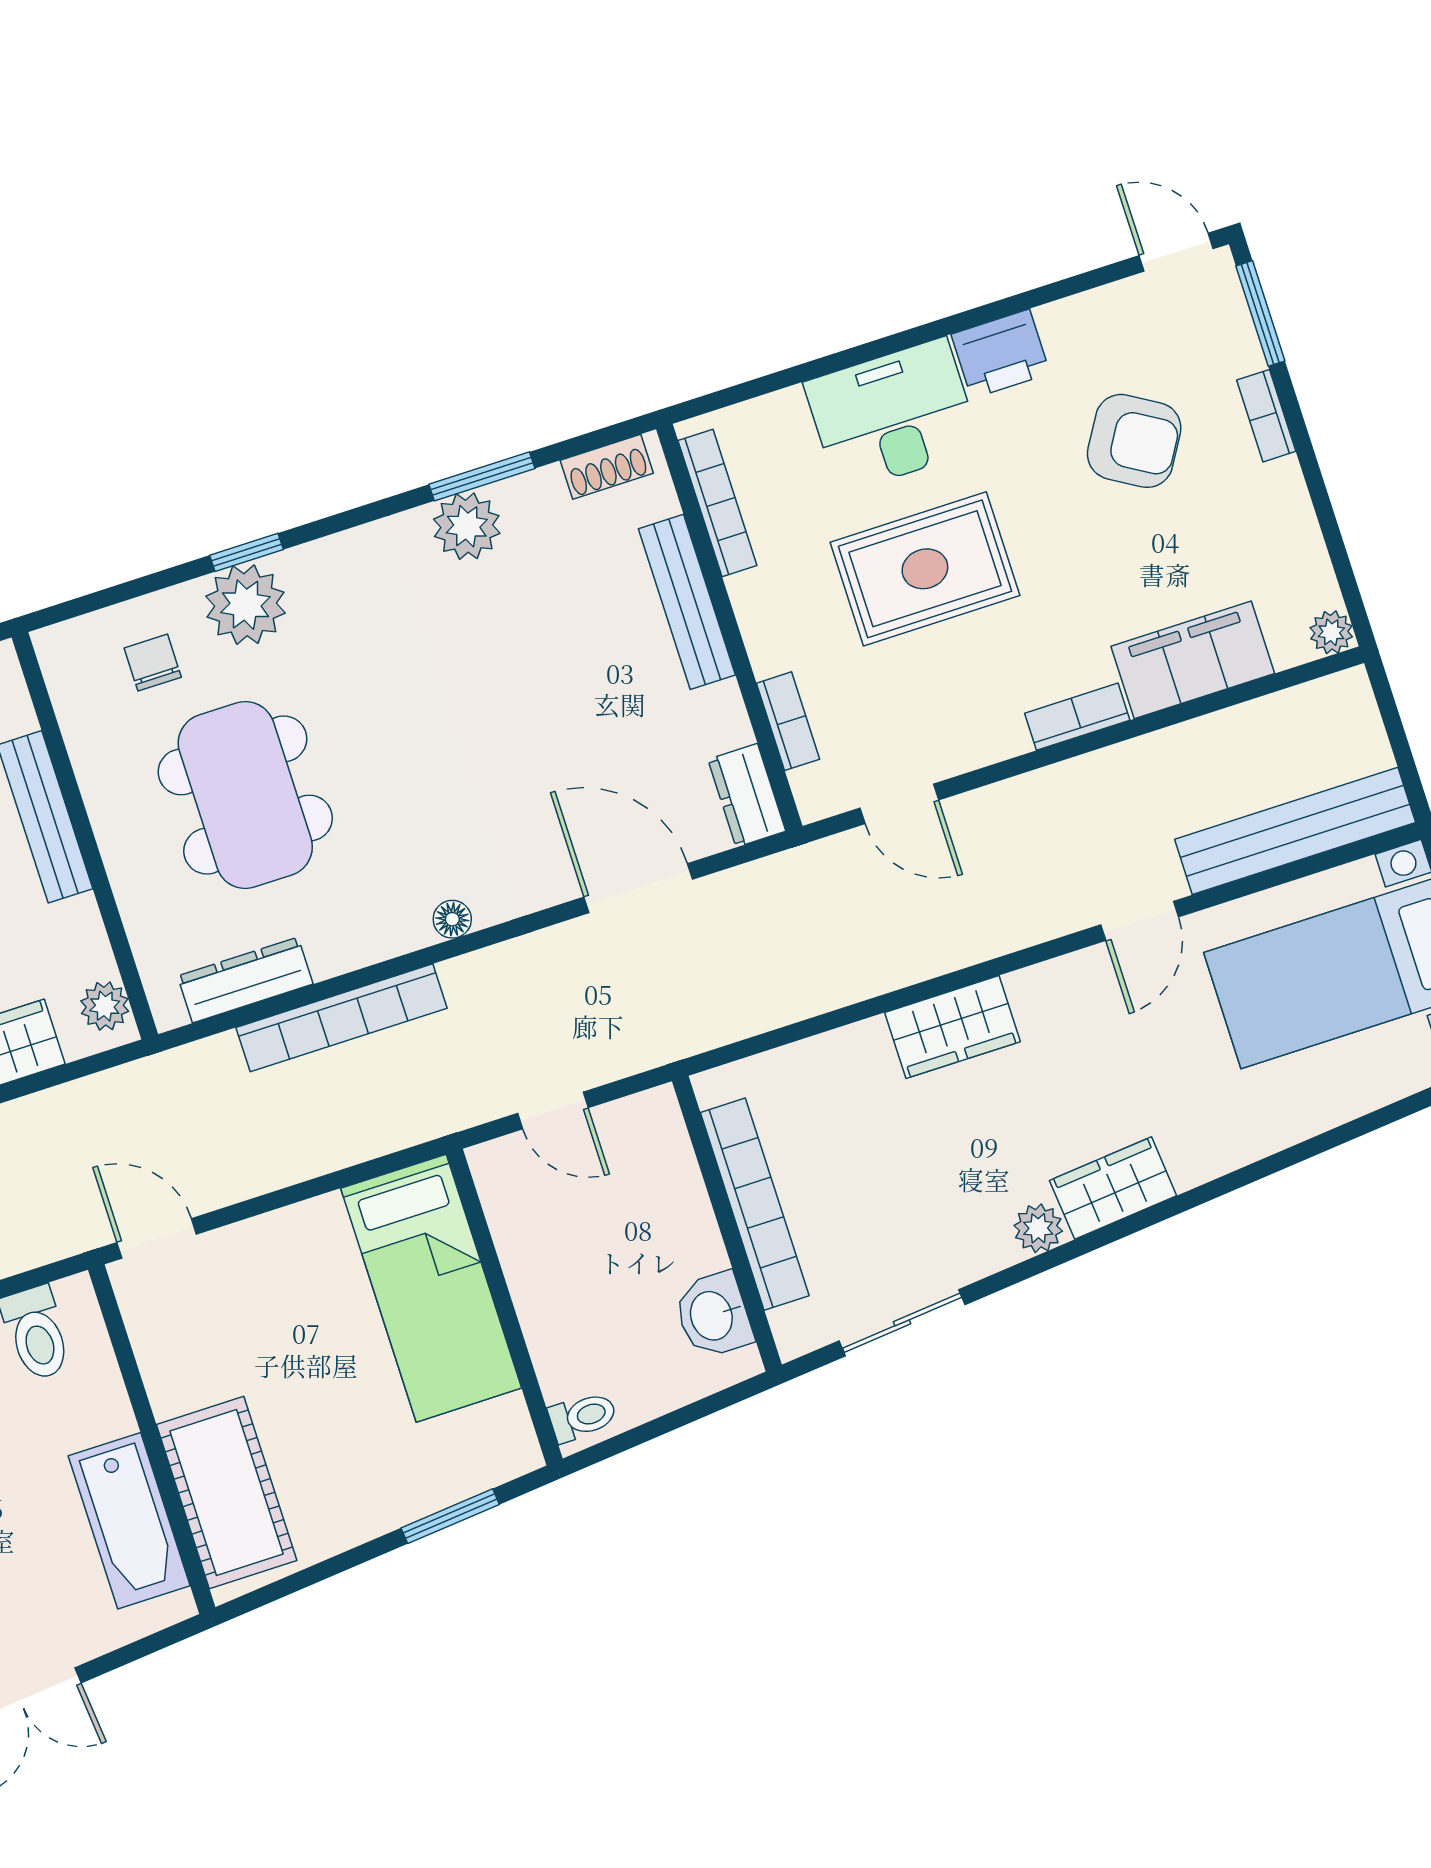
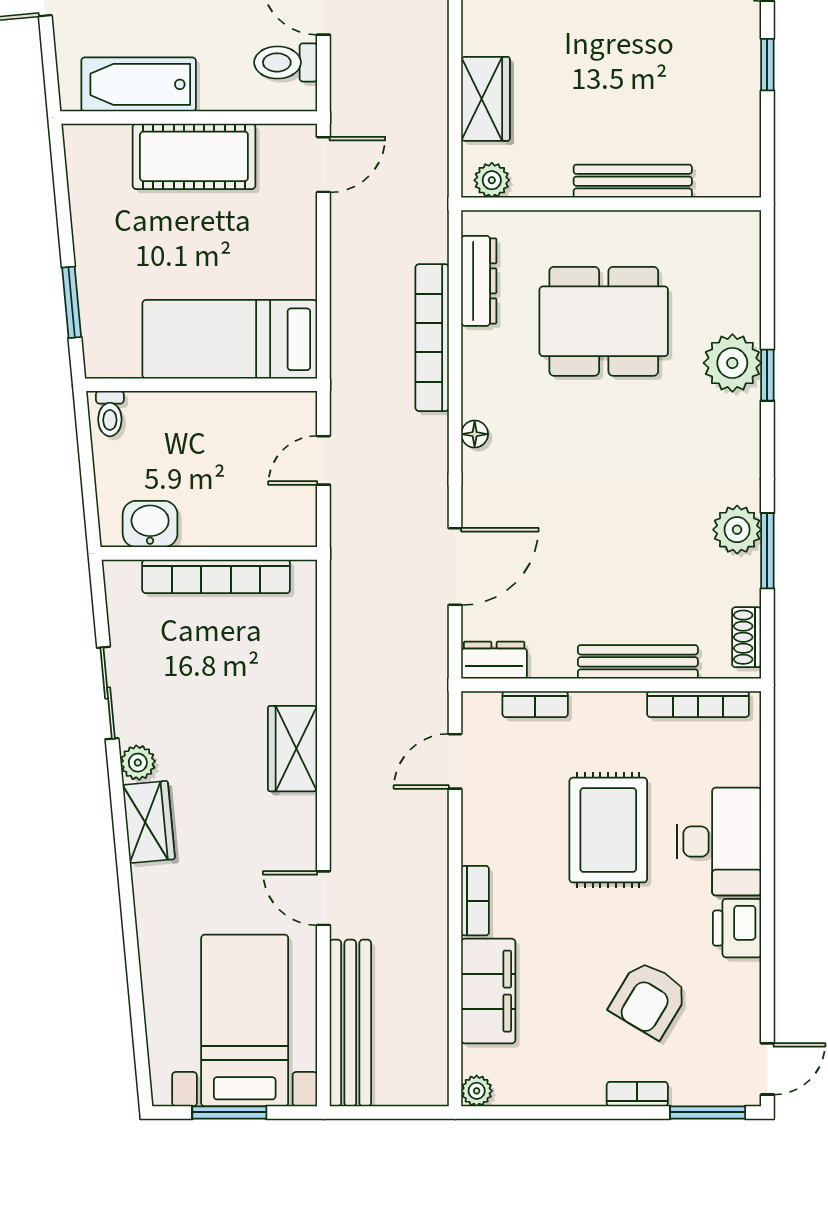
chair: (153, 663) -> (713, 288), removed
sliding door: (902, 1323) -> (108, 693), moved
cot: (227, 1492) -> (194, 156), moved

